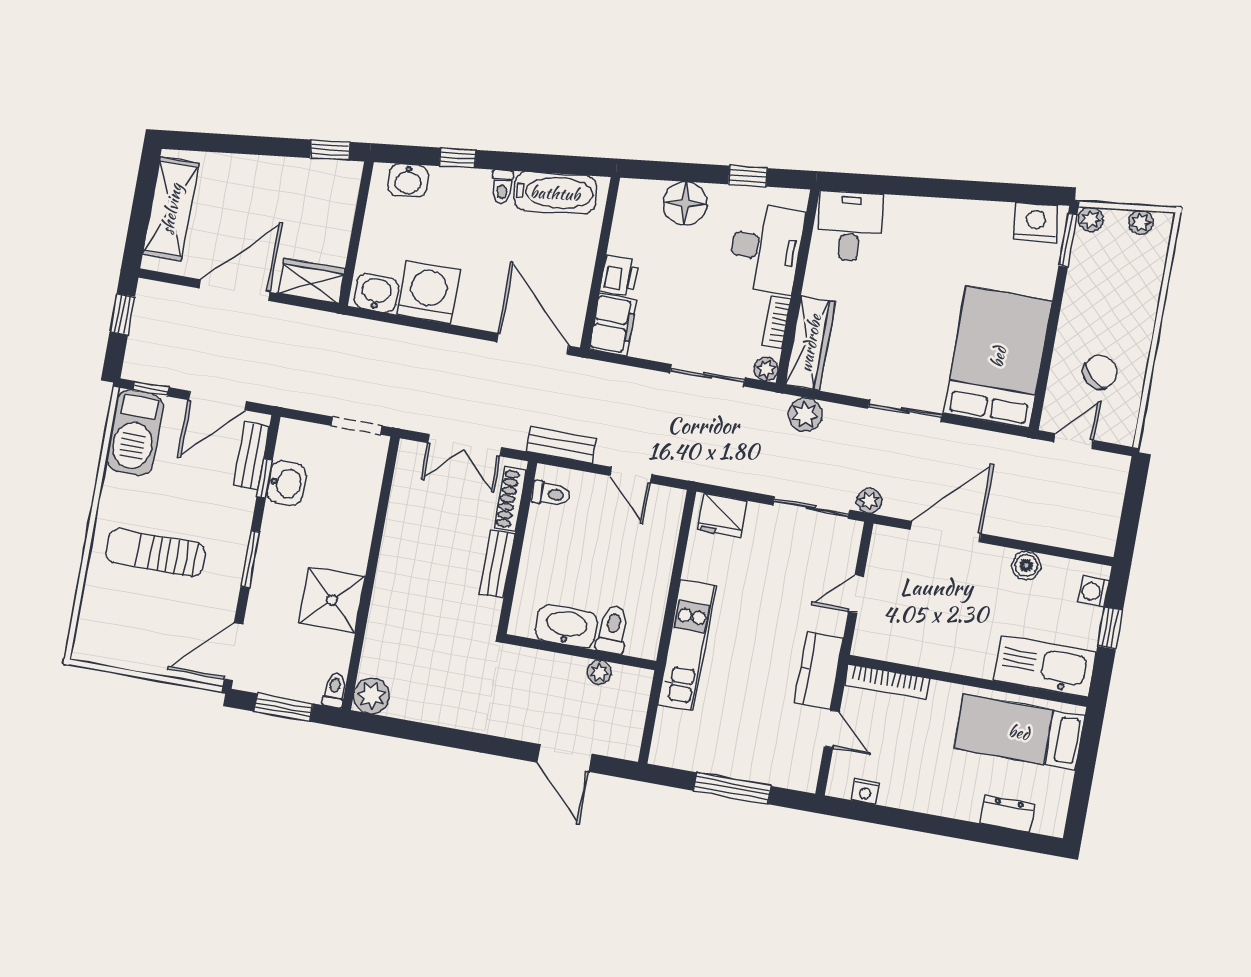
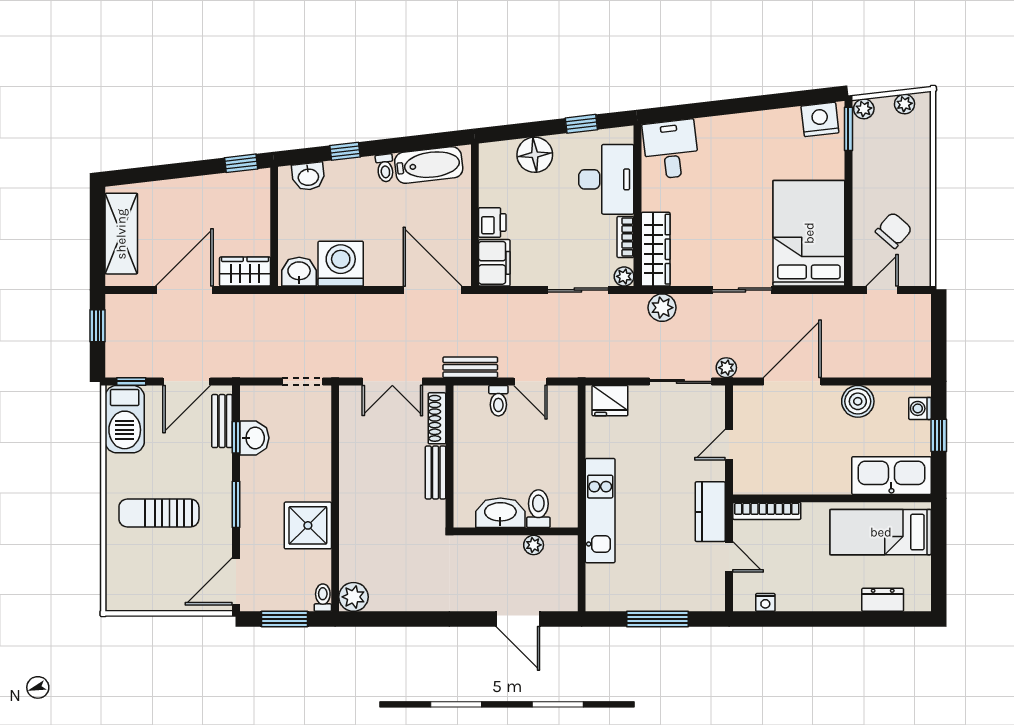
toilet: (551, 494) -> (498, 401), moved, turned 90
boiler: (1026, 565) -> (858, 401), width x1.36, depth x1.36

